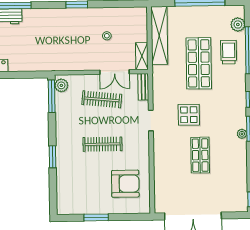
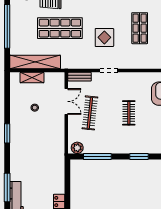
shelving: (142, 56) -> (32, 78), moved
window: (52, 96) -> (97, 156), moved
clothes rail: (102, 144) -> (129, 113), width x0.73
shop shelf: (200, 155) -> (140, 28), turned 90

